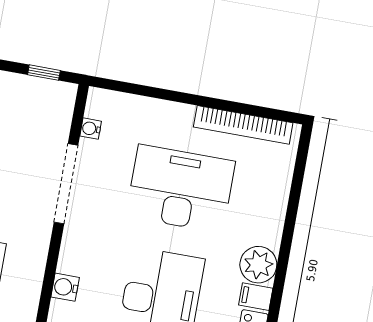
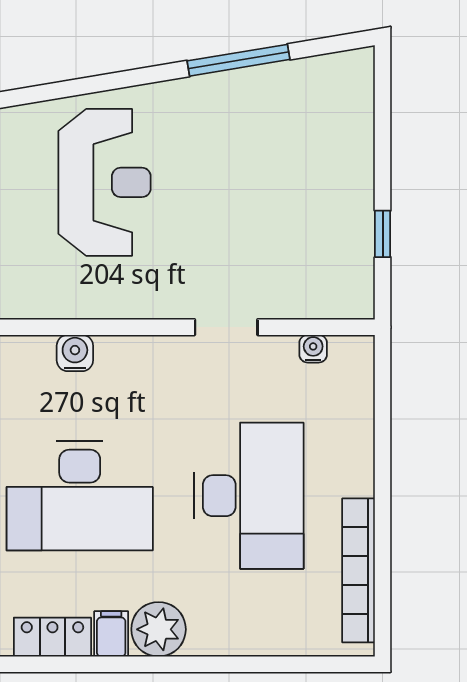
window: (44, 73) -> (383, 234), moved
doorway: (66, 184) -> (226, 327), width x0.53

